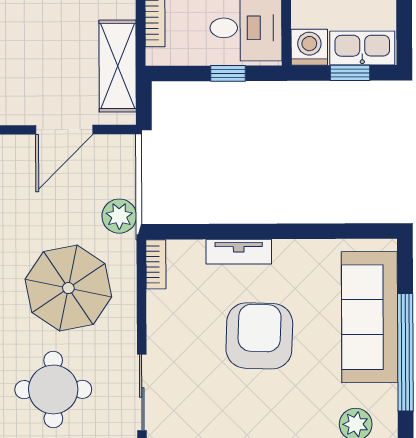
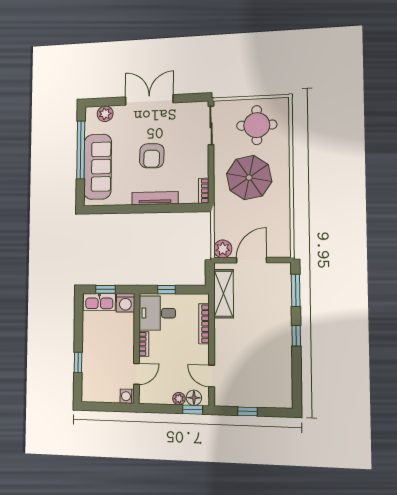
plant: (119, 216) -> (223, 249), moved
tv unit: (239, 252) -> (155, 198), width x1.41
armchair: (259, 336) -> (152, 156), width x0.73, depth x0.73

